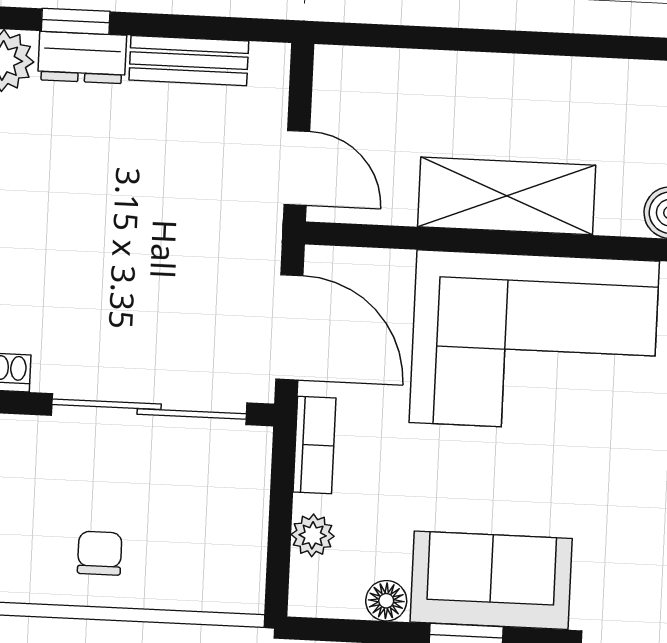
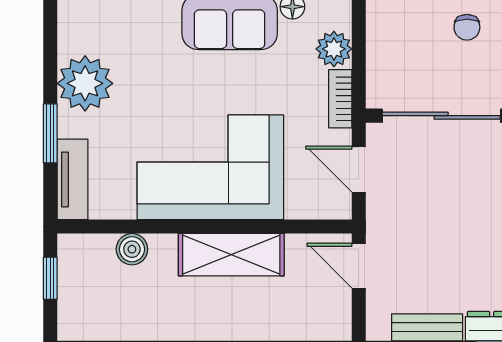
door: (289, 327) -> (359, 169), width x0.73
plant: (313, 535) -> (334, 49), width x1.38, depth x1.38

